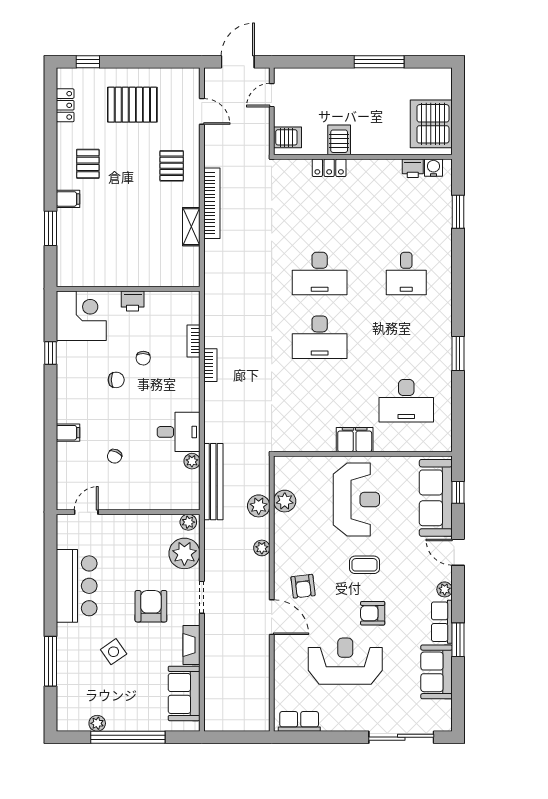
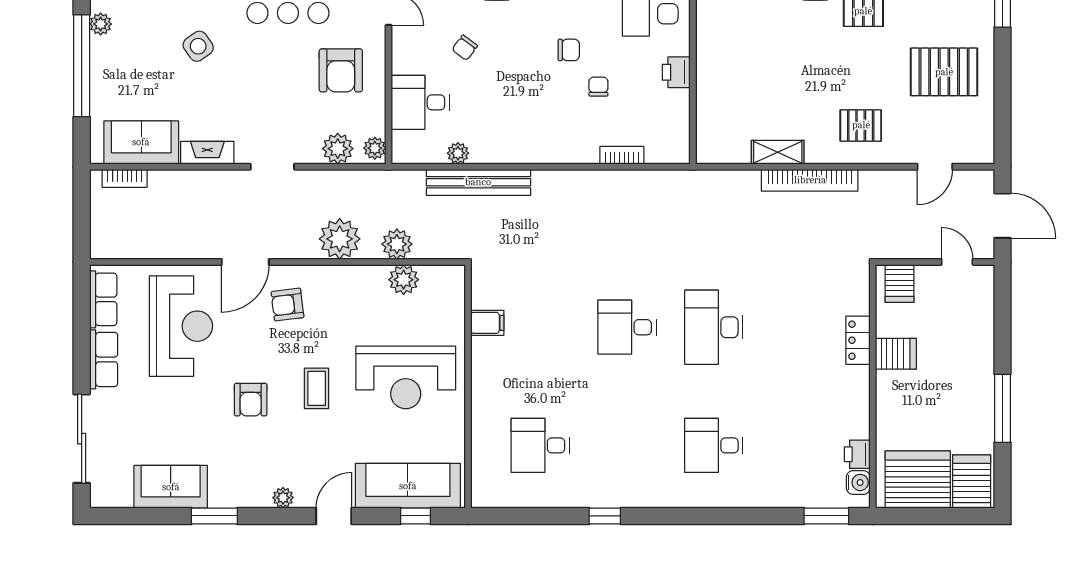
server rack: (433, 84) -> (972, 481), added
pallet: (132, 105) -> (944, 72), turned 90
window: (458, 212) -> (826, 516), moved
desk: (320, 337) -> (627, 327), width x0.73
window: (458, 353) -> (605, 516), width x0.67
chair: (143, 358) -> (598, 87), turned 89
bookcase: (210, 365) -> (125, 178), moved
chair: (116, 380) -> (569, 50), turned -90
desk: (406, 401) -> (540, 445), width x0.73
desk: (179, 432) -> (420, 102), moved, turned 90
filing cabinet: (355, 440) -> (487, 323), moved, width x0.50
chair: (115, 456) -> (465, 48), turned -78
bench: (213, 482) -> (478, 182), moved
plant: (262, 548) -> (340, 239), width x1.87, depth x1.87
plant: (184, 553) -> (338, 149), width x0.73, depth x0.73
armchair: (151, 606) -> (341, 70), moved, turned 90
armchair: (373, 613) -> (251, 400), turned 180
row of seats: (442, 622) -> (104, 359), moved, turned 90
reception desk: (345, 661) -> (181, 326), moved

